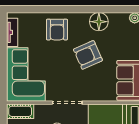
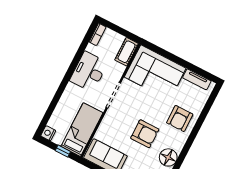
armchair: (57, 30) -> (180, 118), turned -90
armchair: (88, 55) -> (145, 134), turned 114

